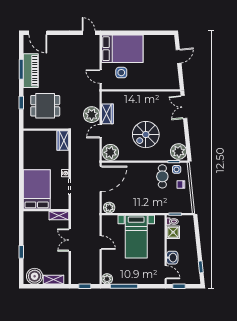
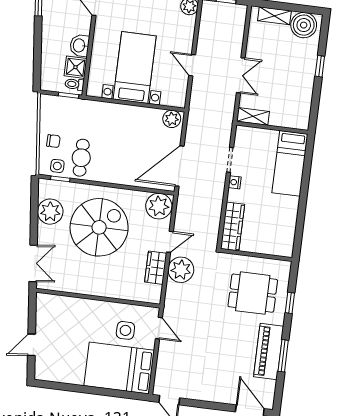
spiral stairs: (146, 135) -> (99, 227), width x1.37, depth x1.37
wardrobe: (63, 141) -> (232, 227), width x1.50
plant: (179, 152) -> (50, 212), moved
bed: (37, 189) -> (290, 163), width x0.67
washbasin: (172, 258) -> (80, 45), moved

